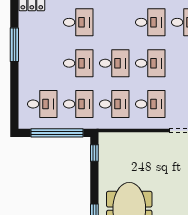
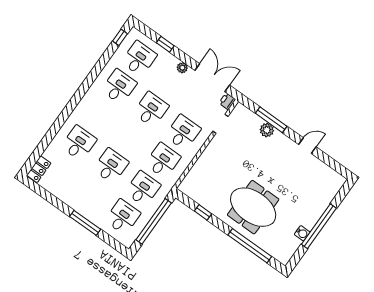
window: (14, 45) -> (85, 223), moved
desk: (114, 63) -> (131, 138), removed
window: (94, 153) -> (203, 212), moved

